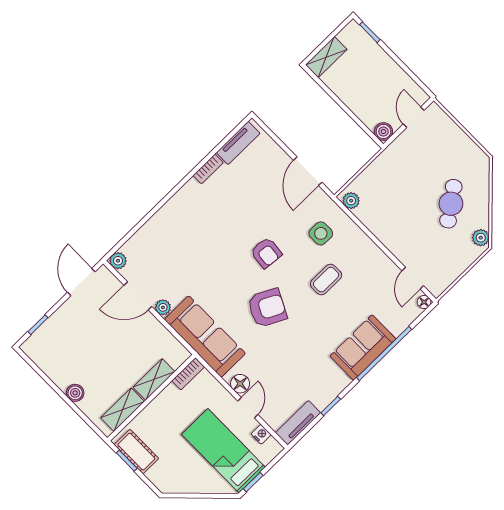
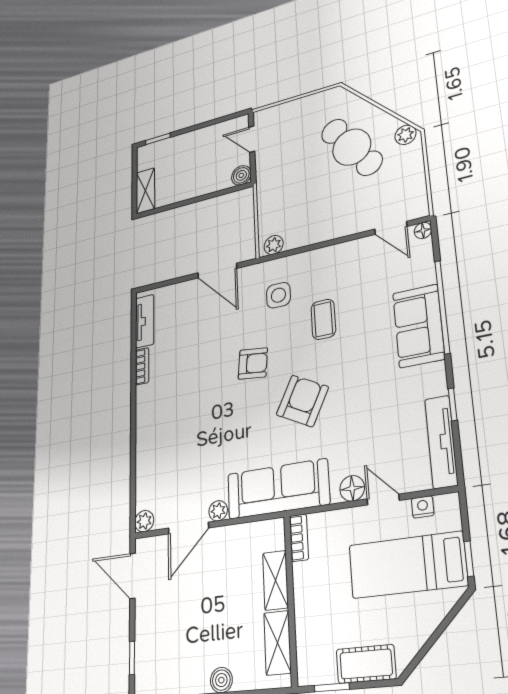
cafe table: (451, 204) -> (352, 147), width x1.37, depth x1.35
tv unit: (298, 423) -> (441, 442), width x1.41
cot: (136, 452) -> (366, 664), moved

